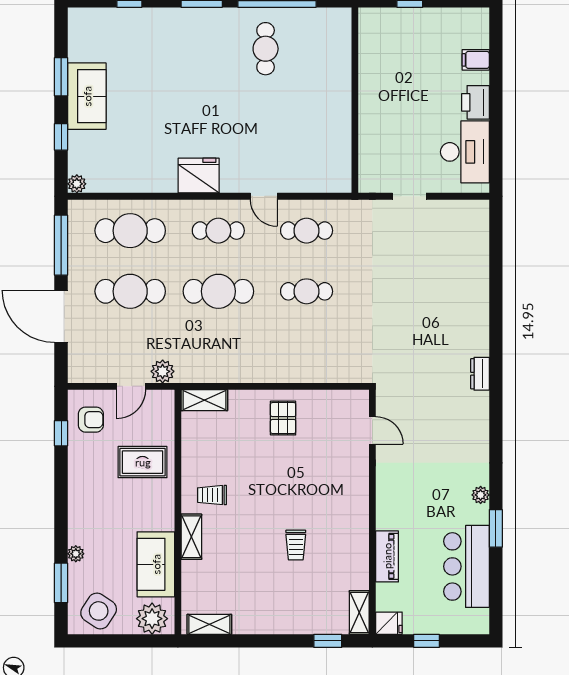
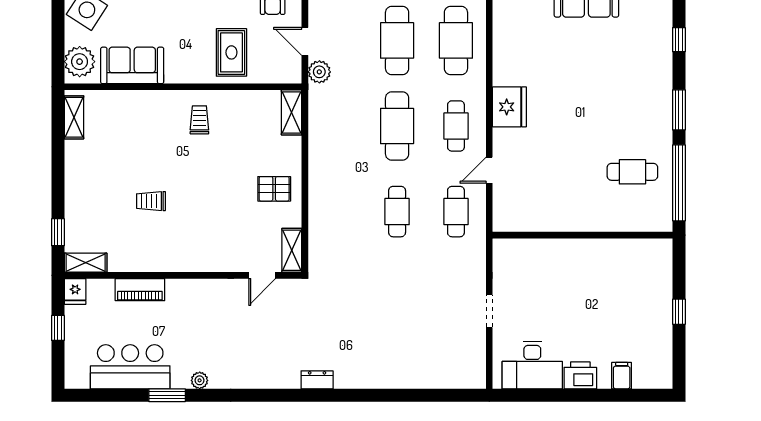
wall: (355, 100) -> (583, 235), moved
shelving: (191, 537) -> (292, 250), moved, turned 90

